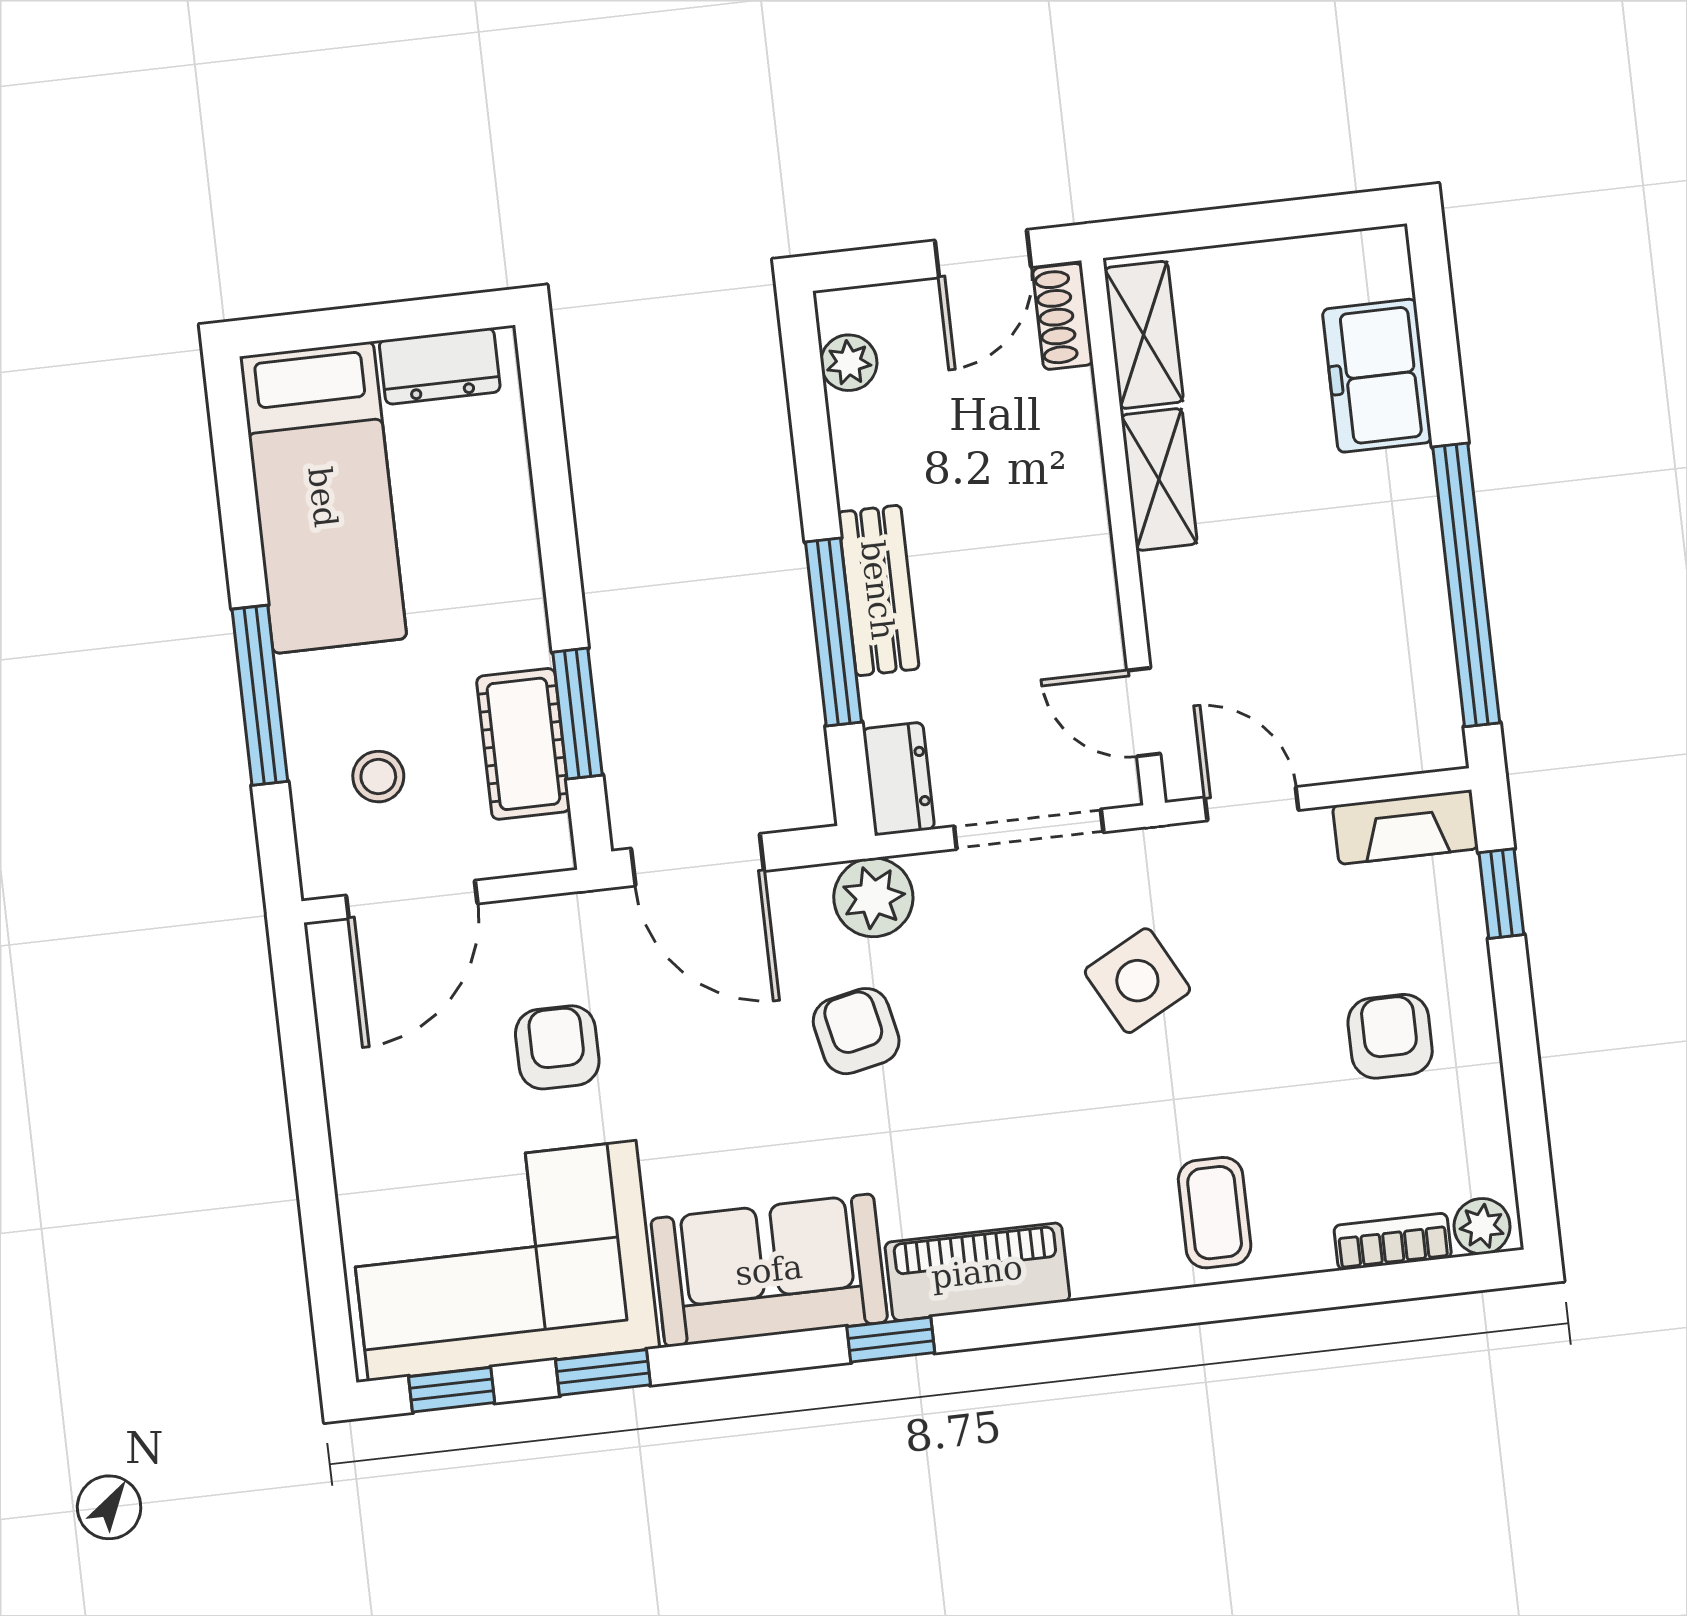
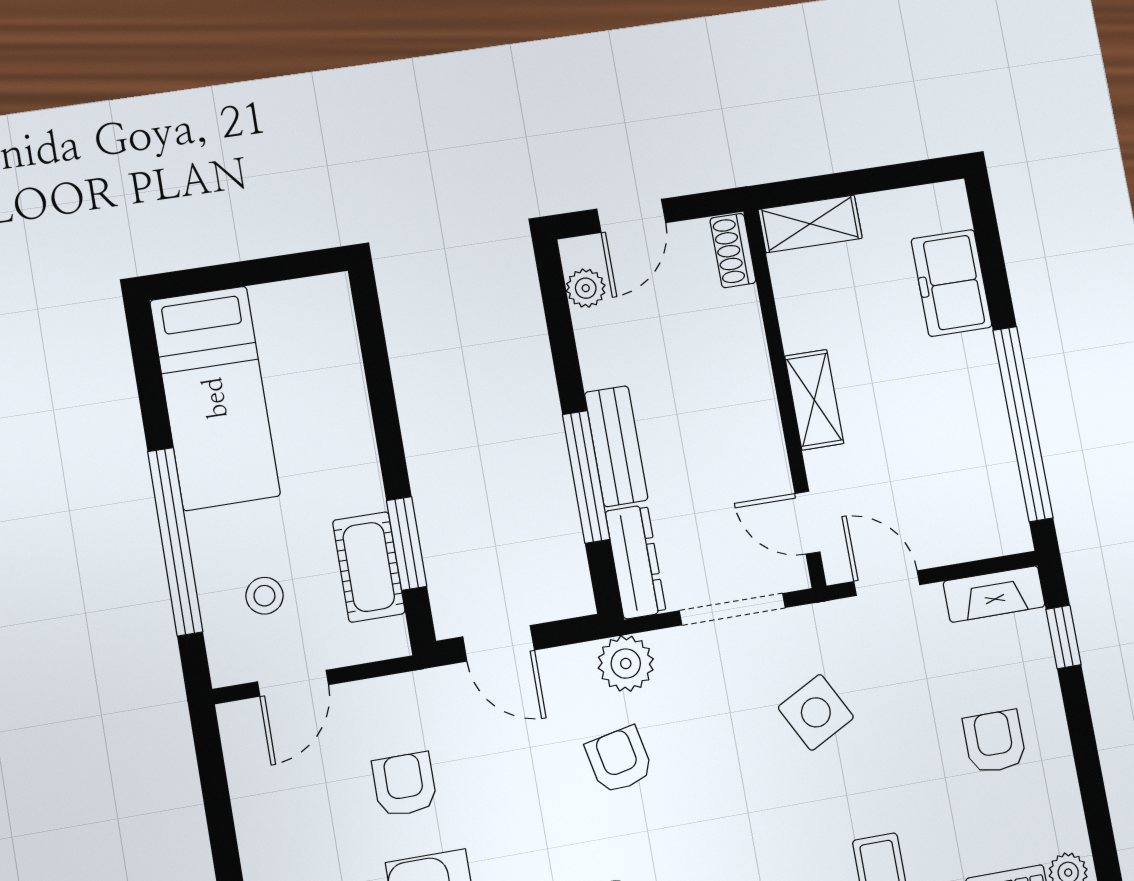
door: (983, 254) -> (631, 216), moved
shelving: (1144, 335) -> (810, 224), moved, turned 90
dresser: (440, 366) -> (295, 302), removed
shelving: (1159, 479) -> (814, 400), moved
window: (260, 695) -> (175, 541), width x1.46
dresser: (899, 779) -> (636, 562), width x1.44
door: (698, 860) -> (499, 643), width x0.73
door: (412, 899) -> (293, 683), width x0.73

